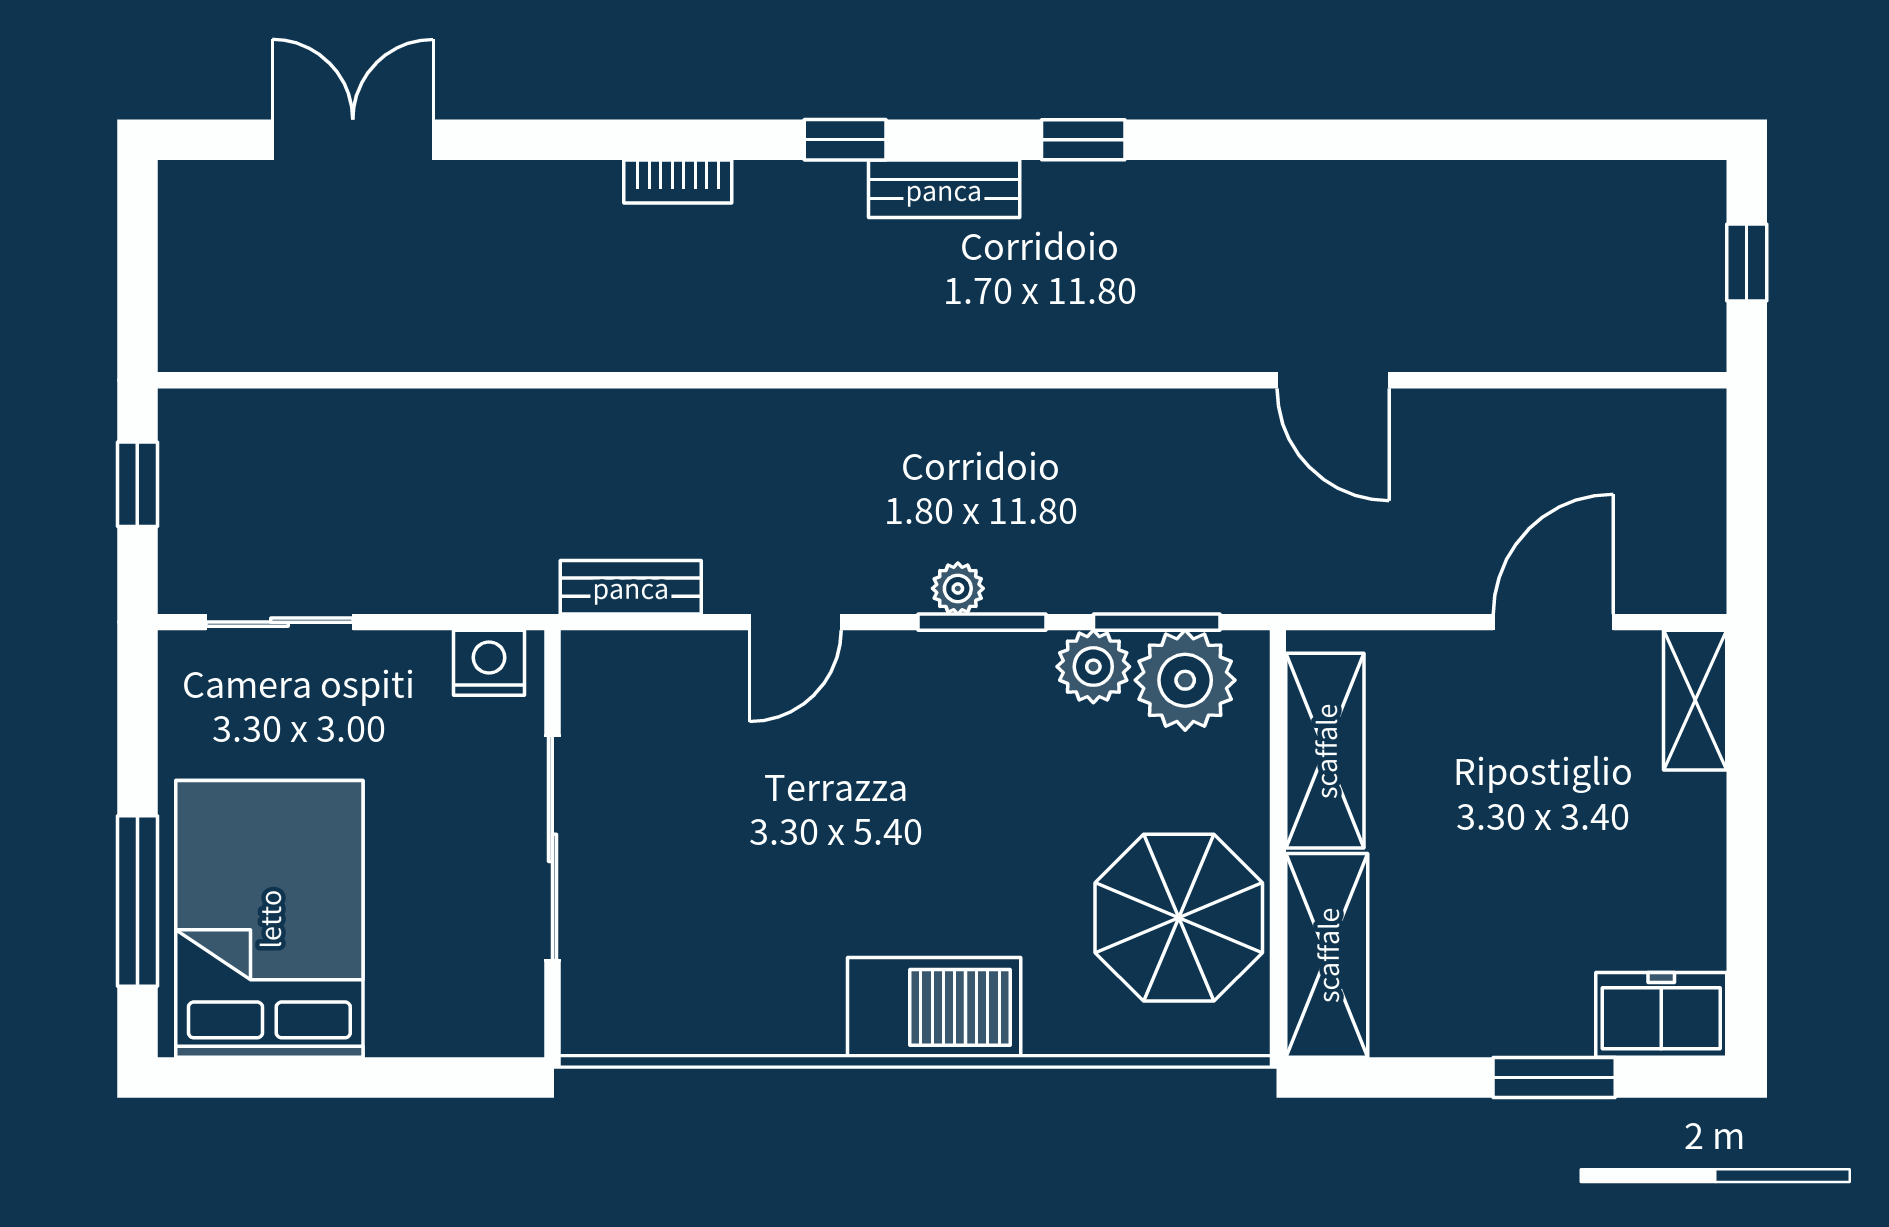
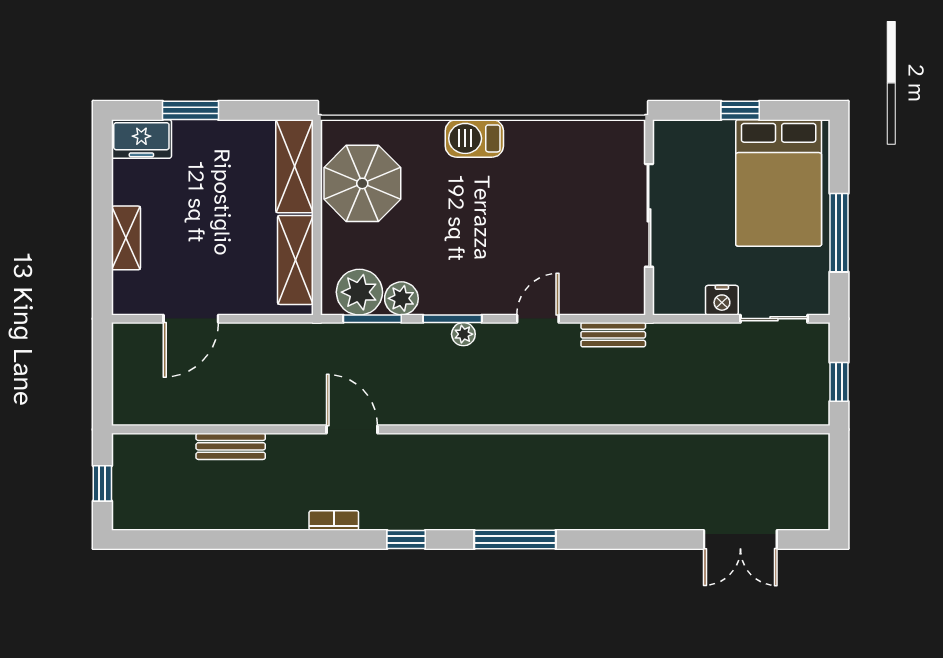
window: (845, 140) -> (515, 540), width x2.17
bookcase: (678, 182) -> (334, 520), moved
bench: (944, 189) -> (231, 446), moved
door: (1333, 380) -> (352, 429), moved
nightstand: (489, 663) -> (722, 300), moved
shelving: (1695, 700) -> (126, 238), moved
window: (137, 901) -> (839, 233), moved
barbecue: (934, 1007) -> (474, 138), width x0.73, depth x0.83
window: (353, 1077) -> (740, 110), added

